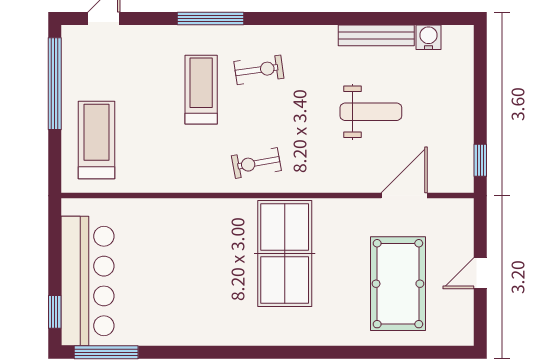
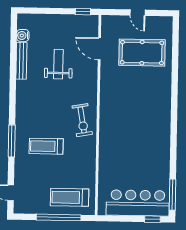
exercise bike: (259, 70) -> (37, 118), removed
window: (55, 84) -> (59, 217), moved
exercise bike: (256, 163) -> (82, 120), width x1.38, depth x1.39
table tennis table: (285, 254) -> (126, 107), removed

